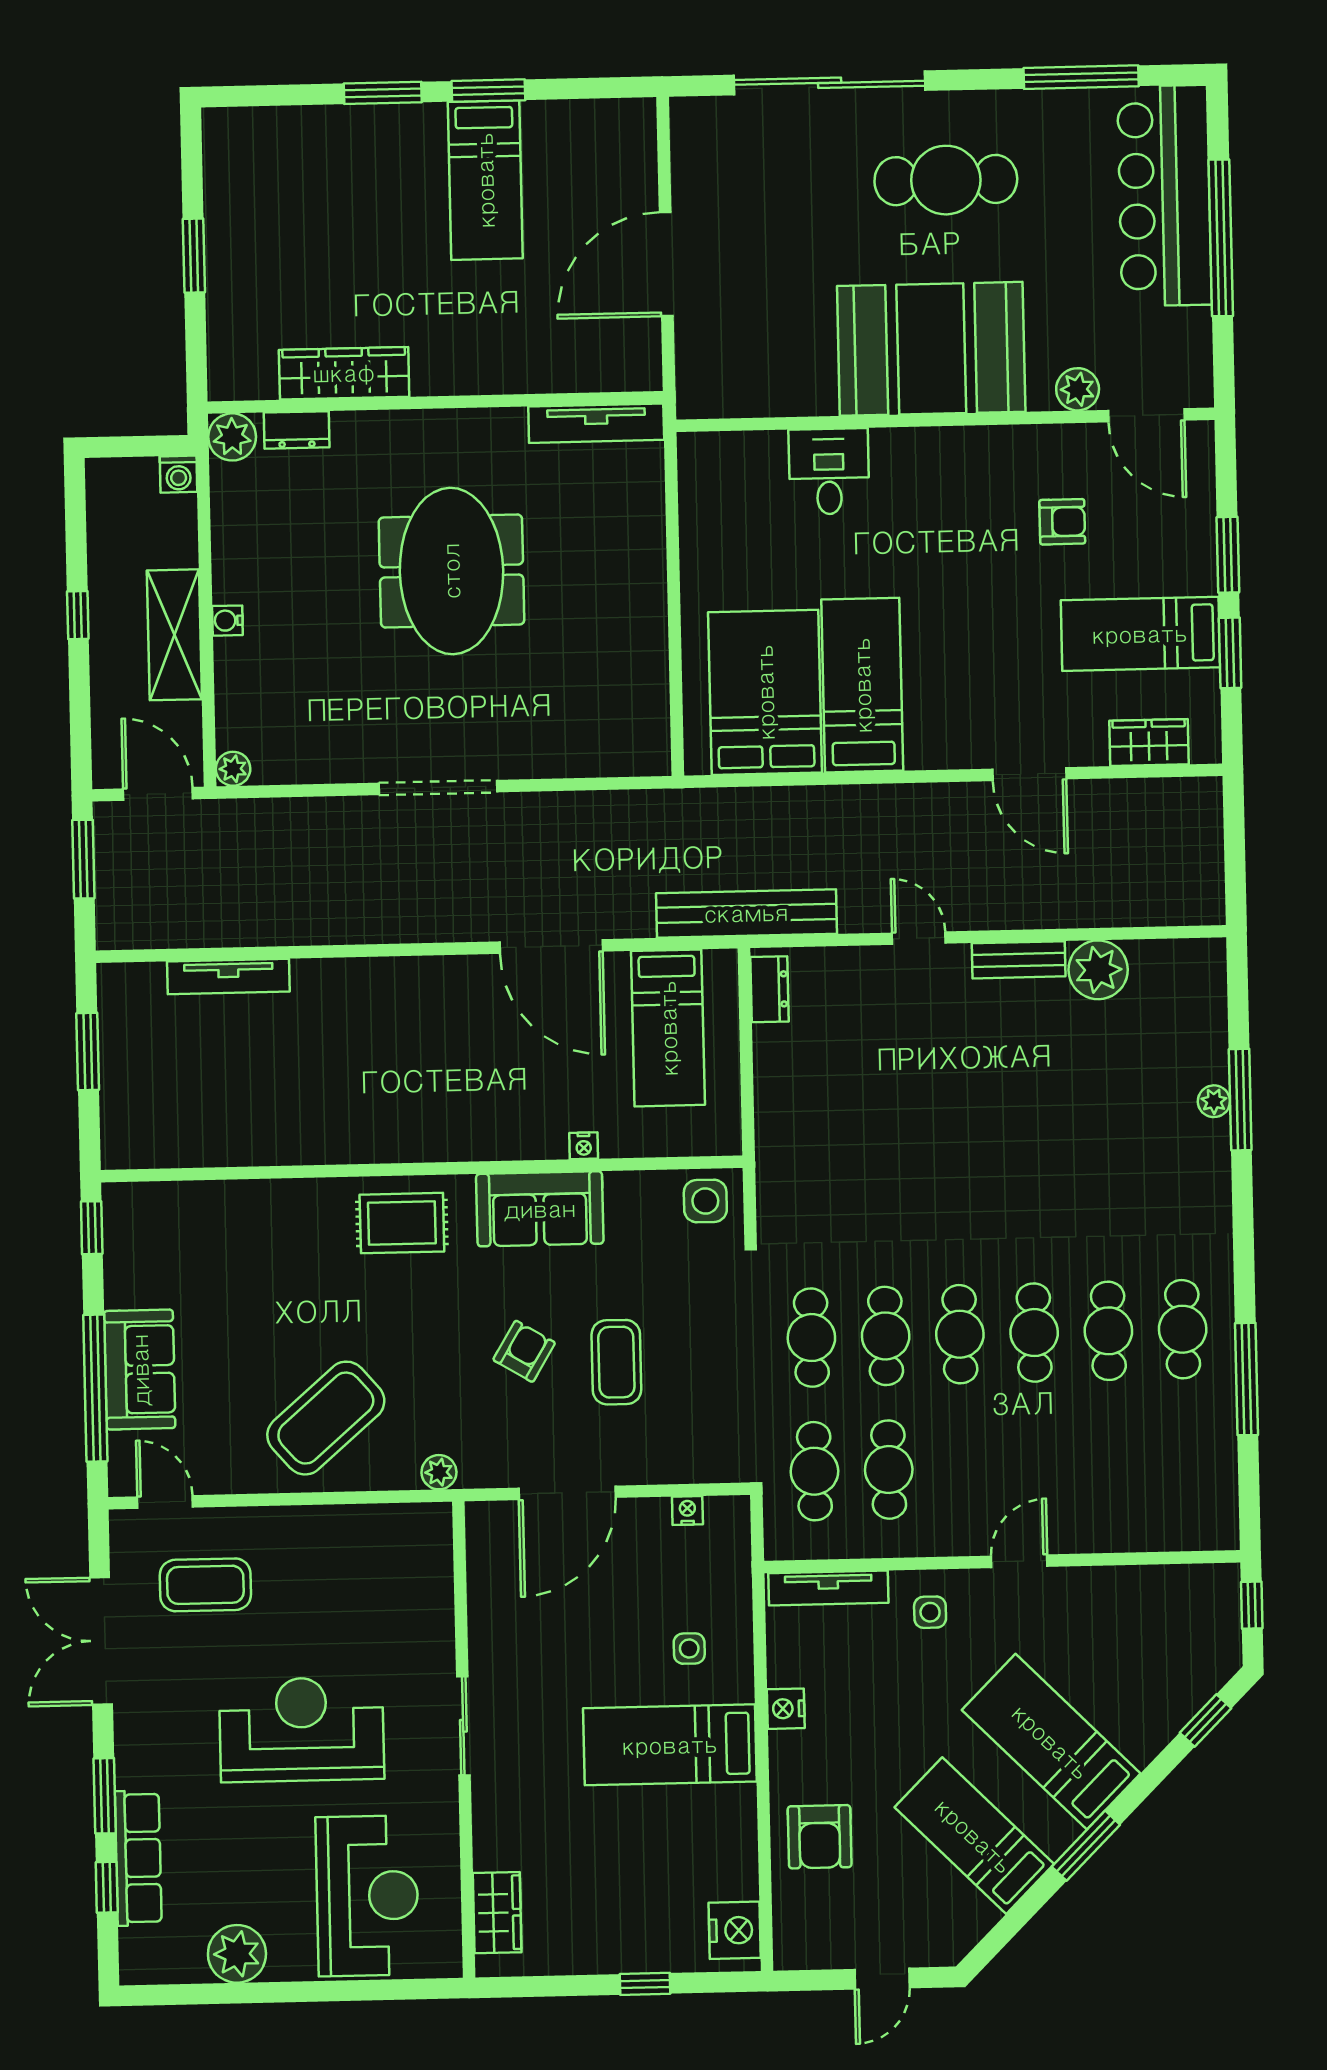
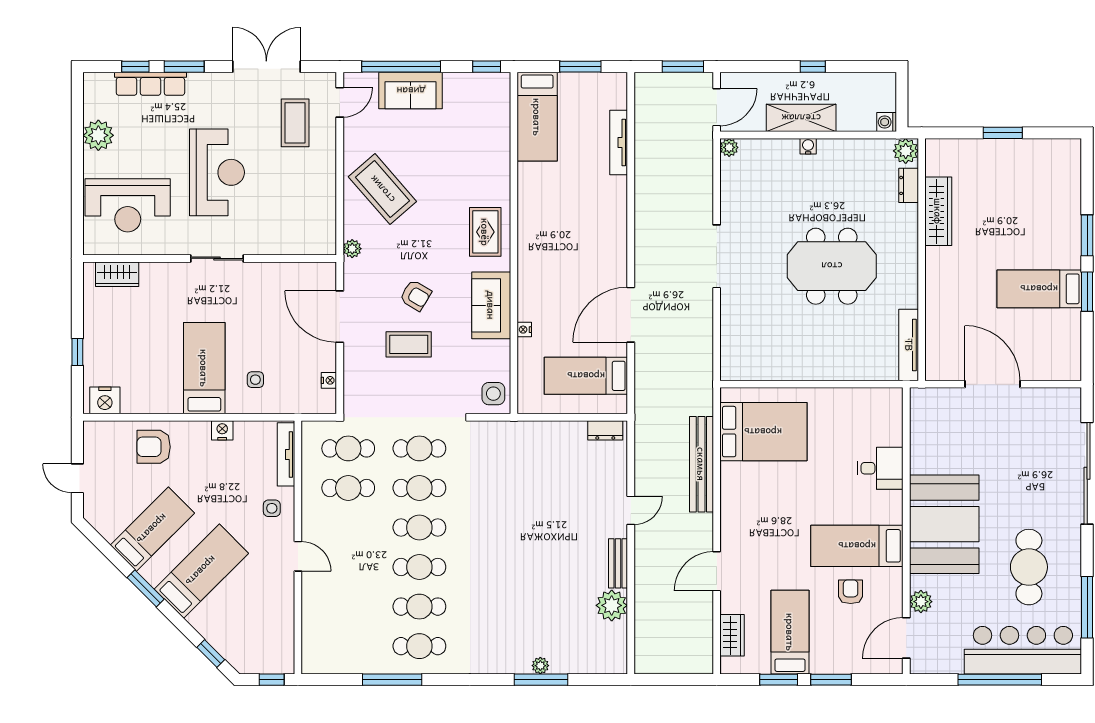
cafe table: (946, 180) -> (1029, 567), moved
armchair: (1062, 522) -> (851, 592), turned 180
bed: (862, 685) -> (857, 546), moved, turned 180
bench: (746, 913) -> (701, 464), moved
bed: (183, 1131) -> (537, 117), added

